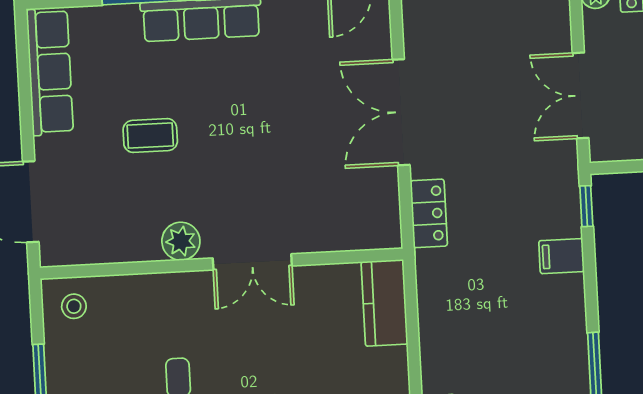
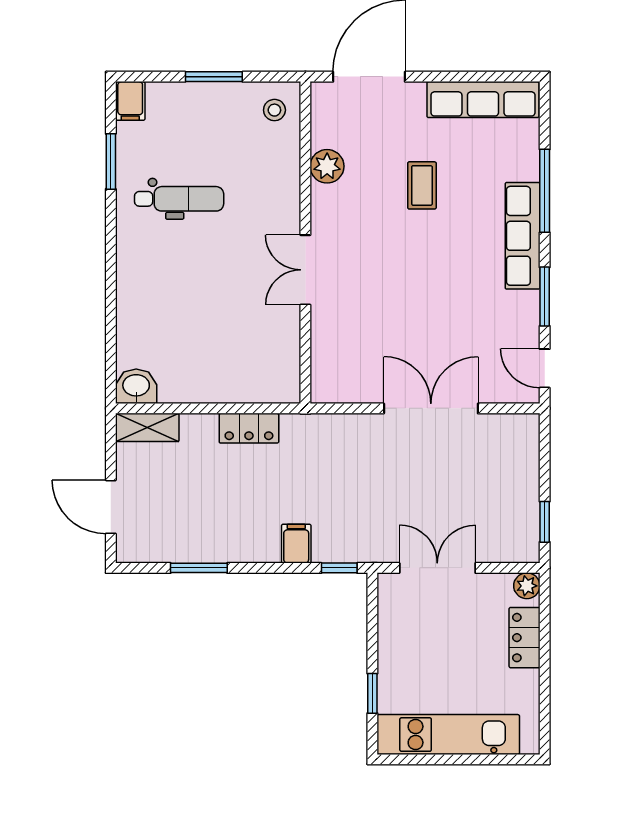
locker: (429, 213) -> (249, 428), moved
plant: (181, 241) -> (327, 166), moved
kitchen counter: (384, 303) -> (263, 385), removed

